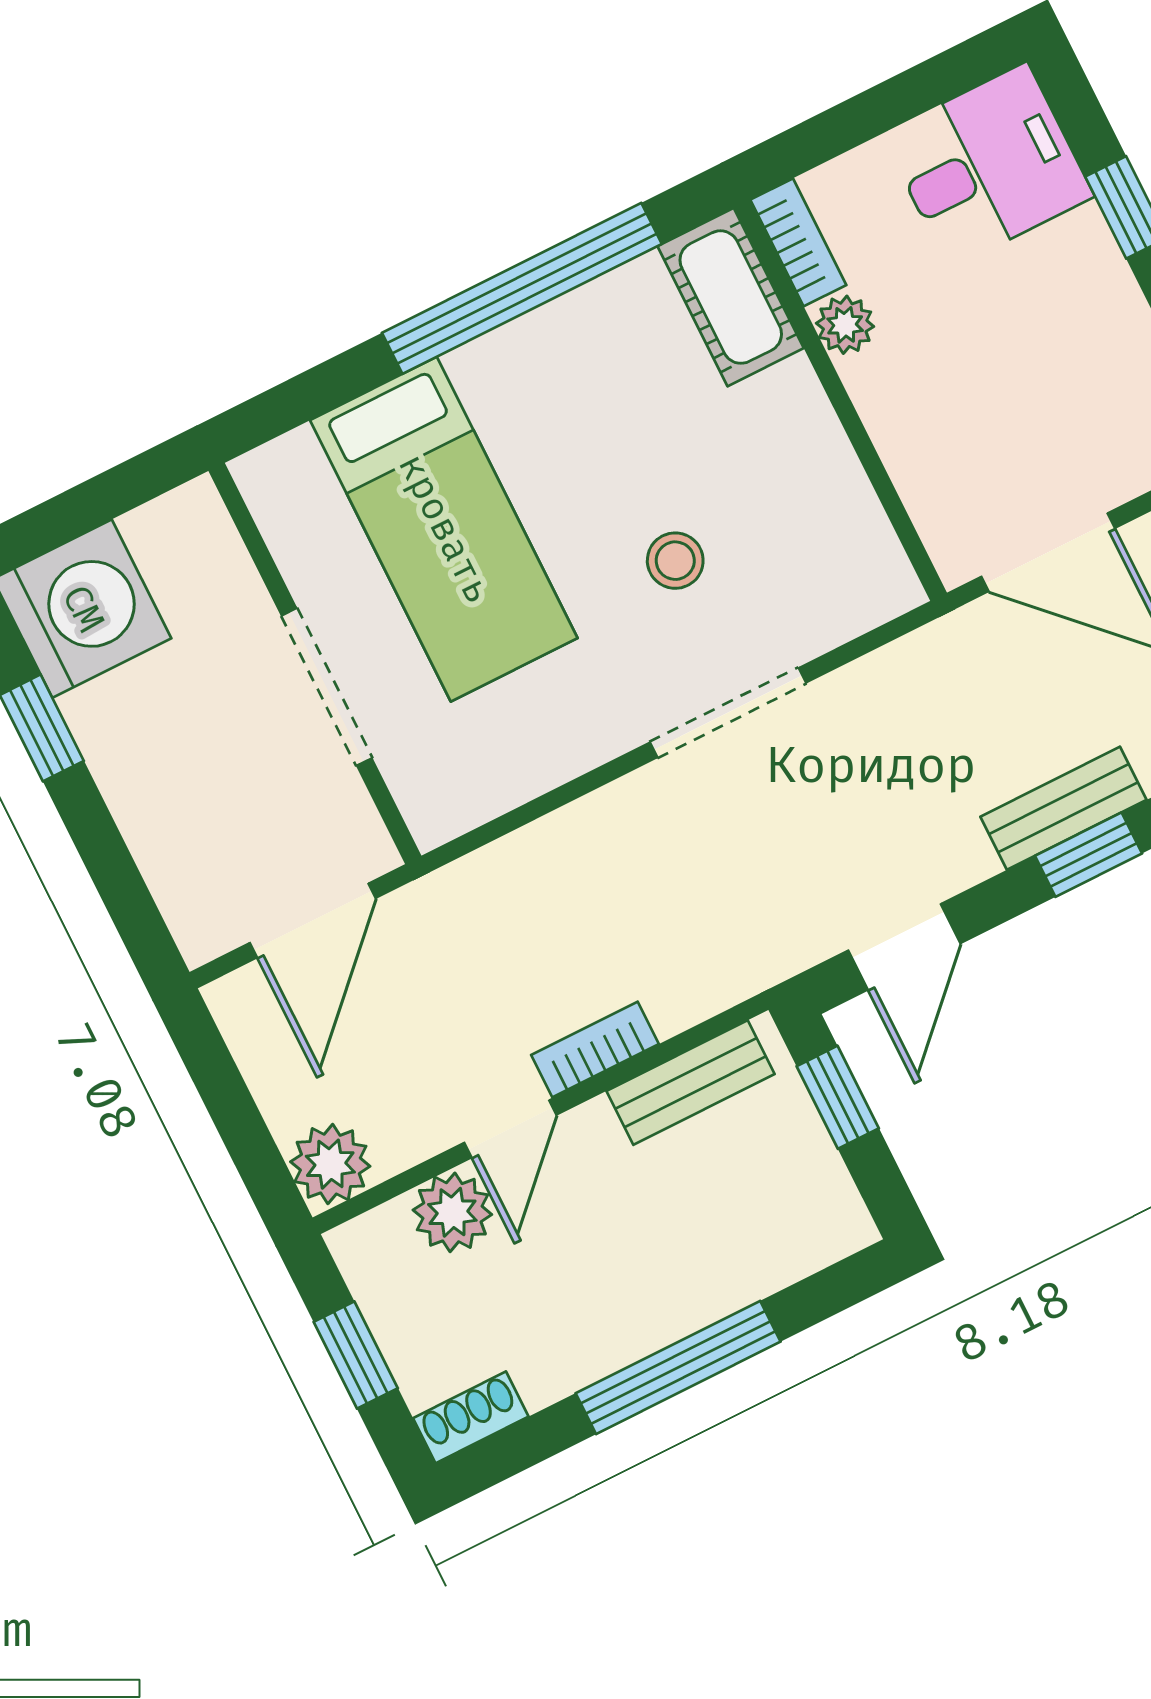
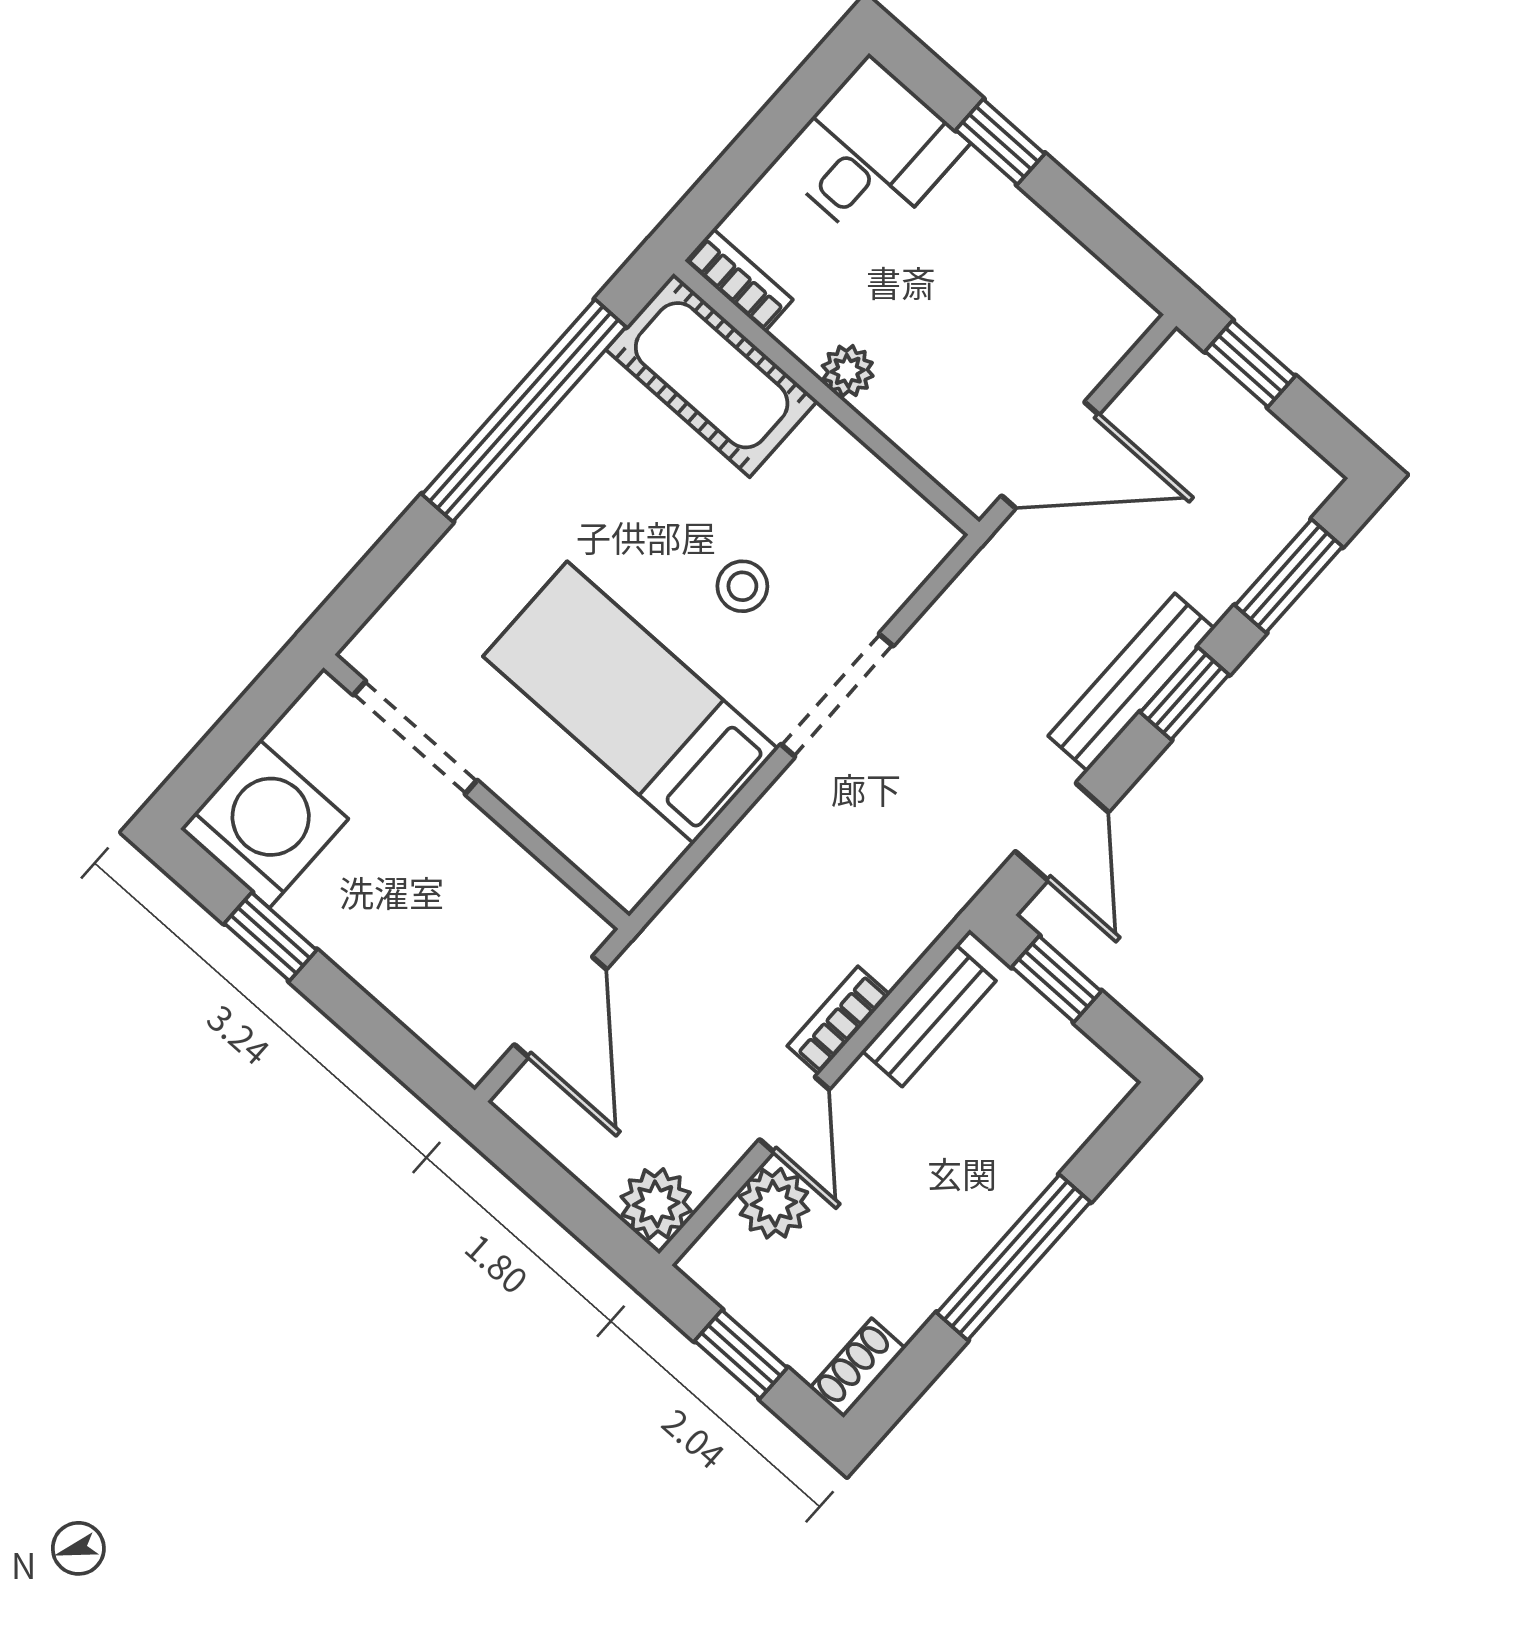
cot: (731, 297) -> (712, 375), width x1.37, depth x1.34
plant: (845, 325) -> (848, 371), moved
bed: (444, 529) -> (631, 703), moved, turned 180
doorway: (327, 687) -> (415, 738), moved
bench: (1063, 808) -> (1131, 682), width x1.36

